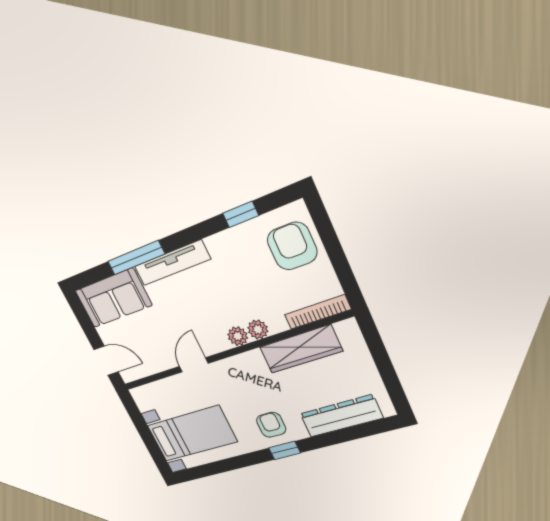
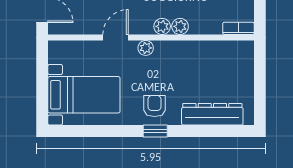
bookcase: (318, 312) -> (238, 28), width x0.64
wardrobe: (301, 349) -> (205, 52), removed
plant: (231, 366) -> (146, 48), added

